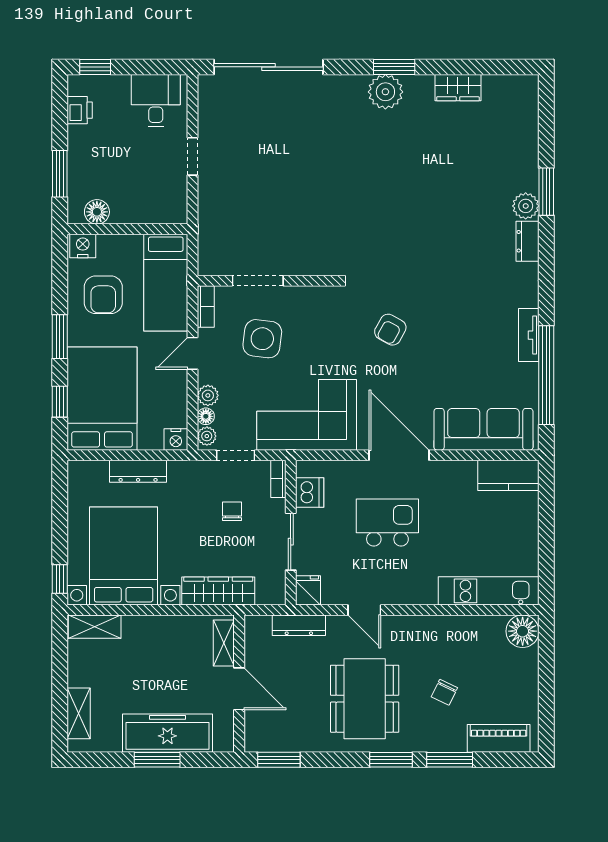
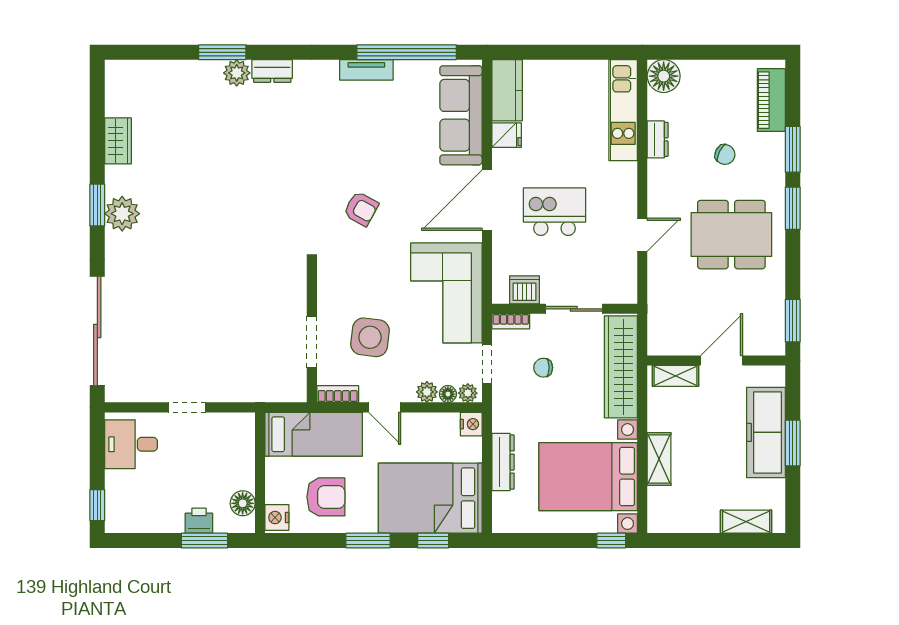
printer: (80, 110) -> (199, 521), moved
kitchen island: (387, 522) -> (555, 212), turned 90
fridge: (308, 590) -> (507, 135), moved, turned 180
wardrobe: (218, 591) -> (621, 367), width x1.40, depth x1.17
dresser: (299, 625) -> (658, 139), moved, width x0.70
shelving: (95, 627) -> (659, 459), moved

